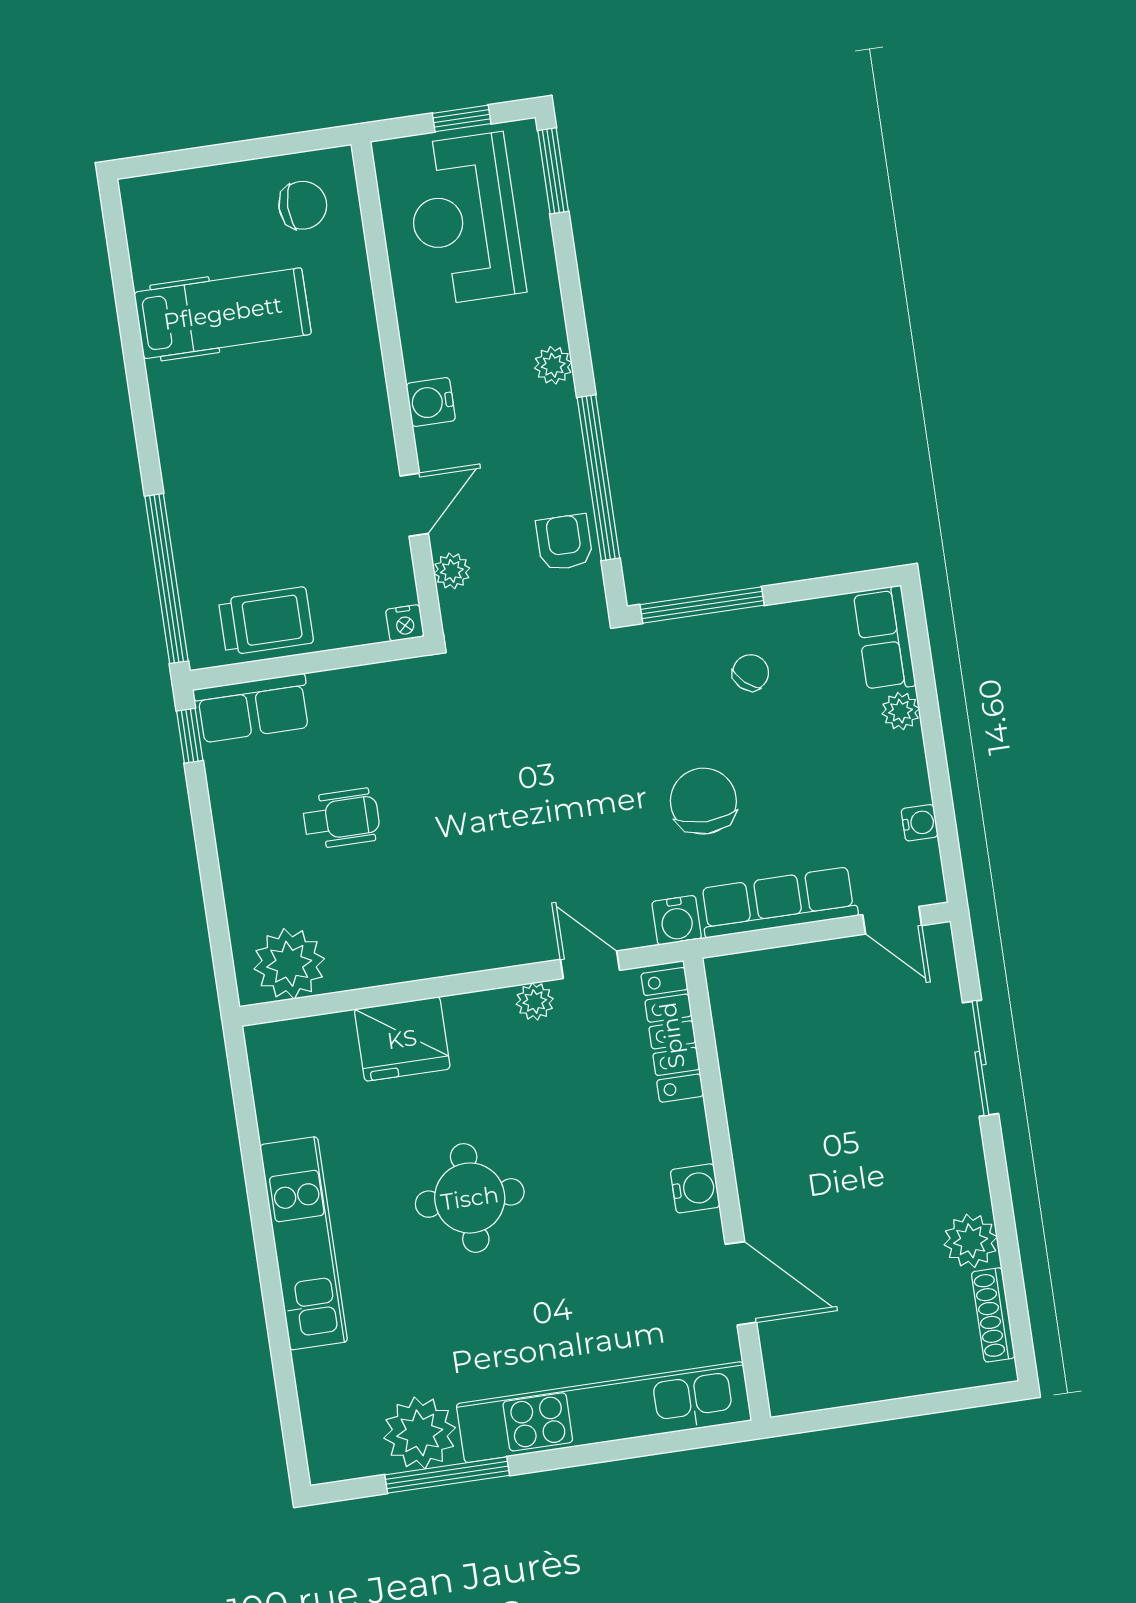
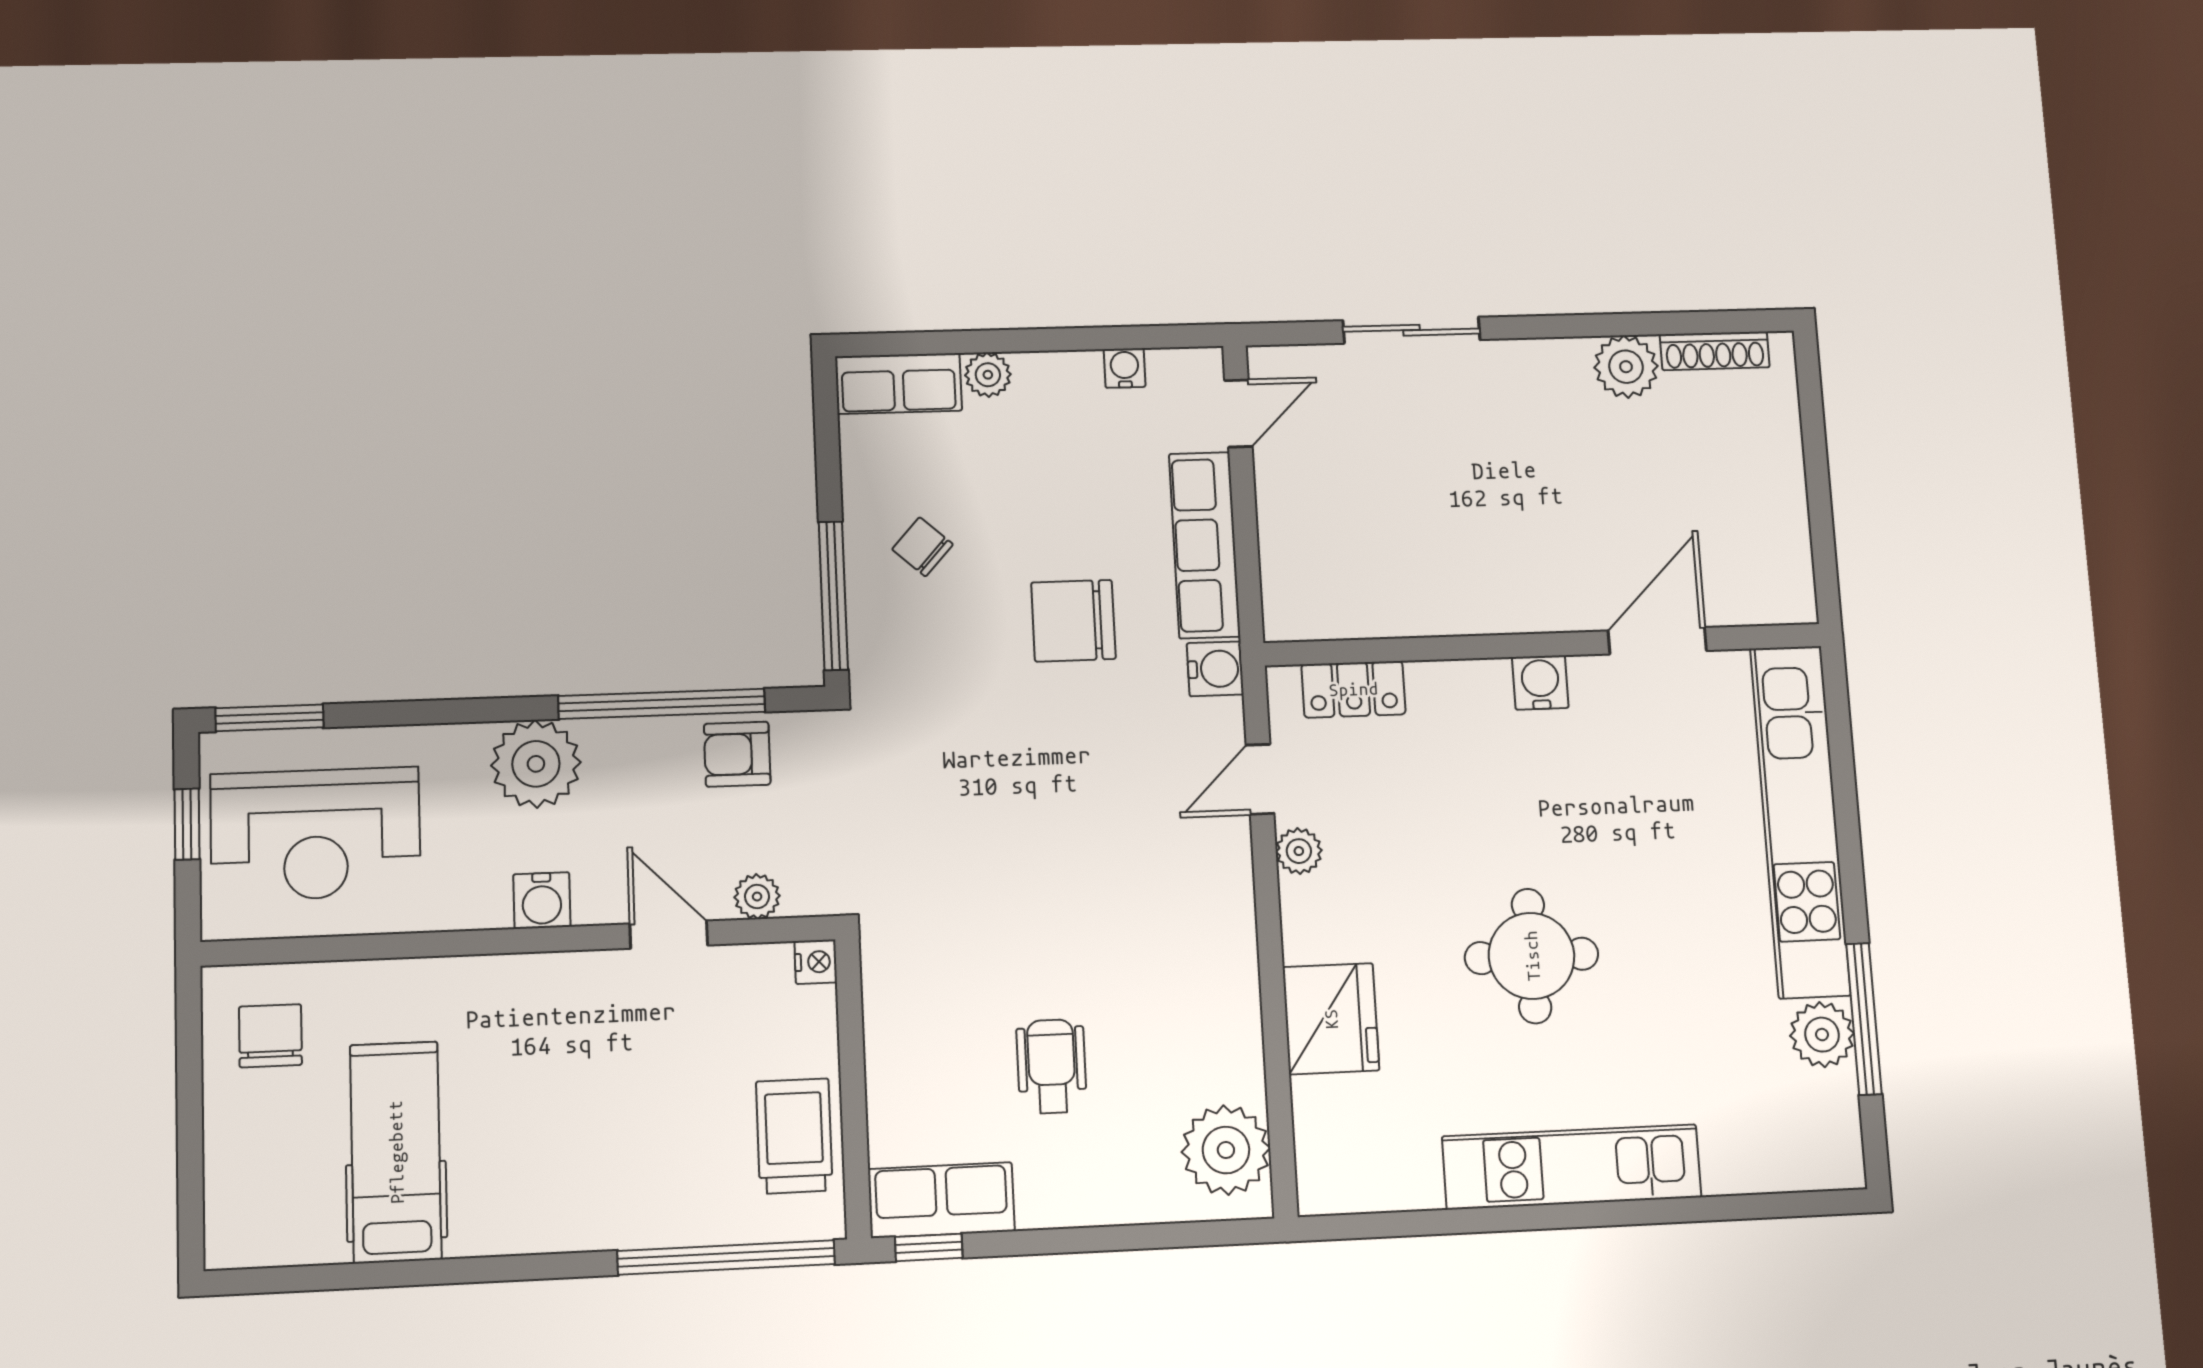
plant: (553, 365) -> (536, 764), width x1.87, depth x1.87
row of seats: (253, 708) -> (941, 1200), moved, turned -90
locker: (672, 1035) -> (1353, 689), width x0.66
plant: (420, 1433) -> (1822, 1035), width x0.73, depth x0.73

